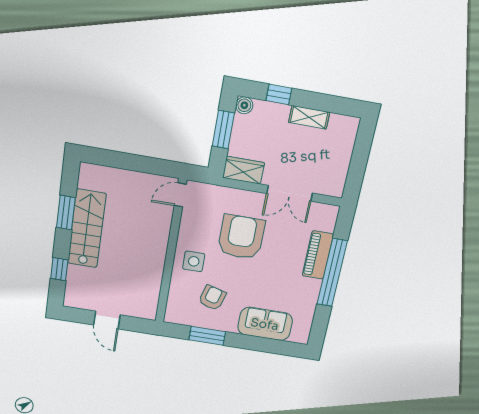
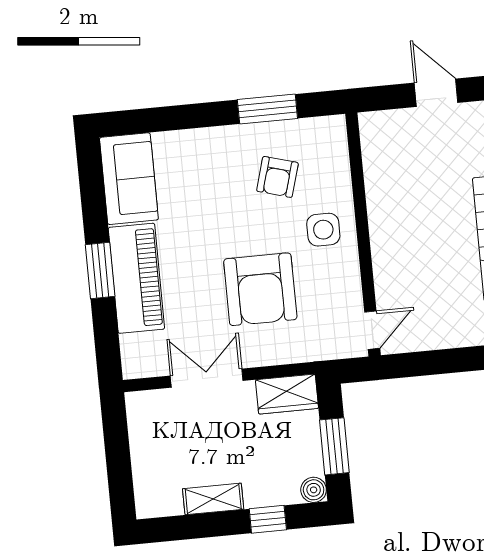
piano: (318, 255) -> (136, 278), width x1.37, depth x1.33
window: (332, 273) -> (100, 271), width x0.47
sofa: (265, 324) -> (129, 179), moved, turned -90

